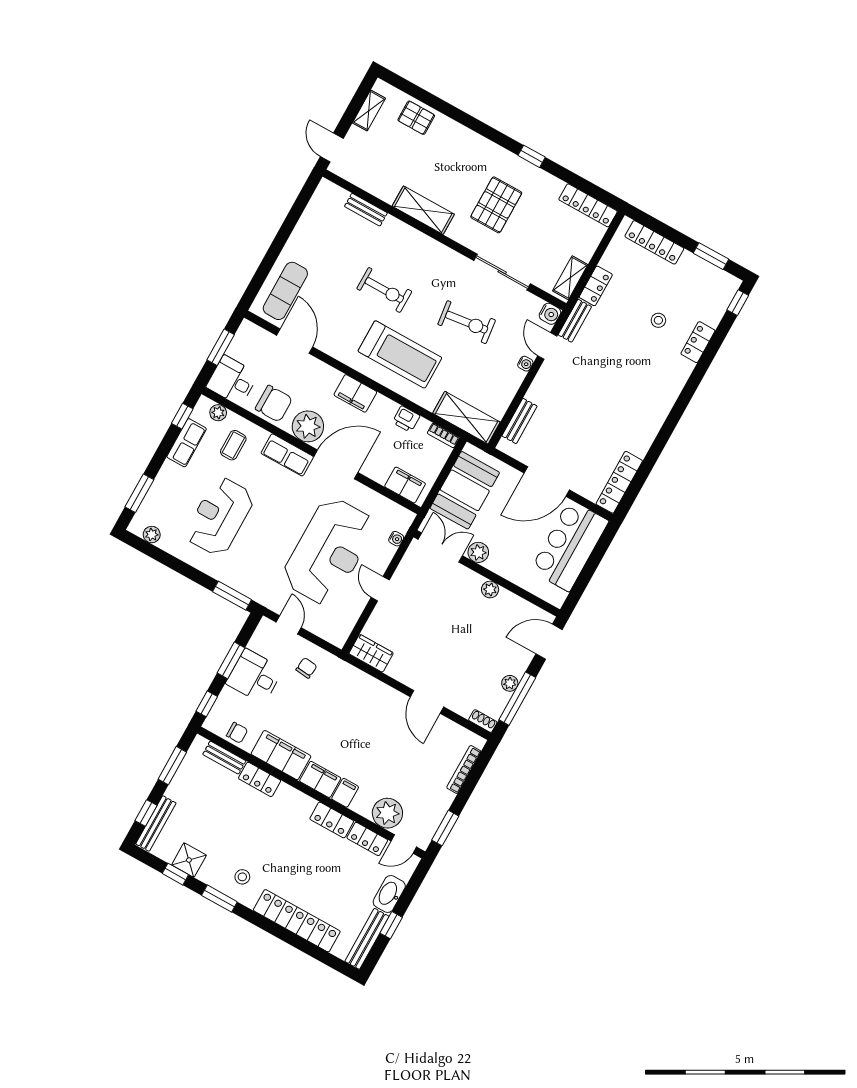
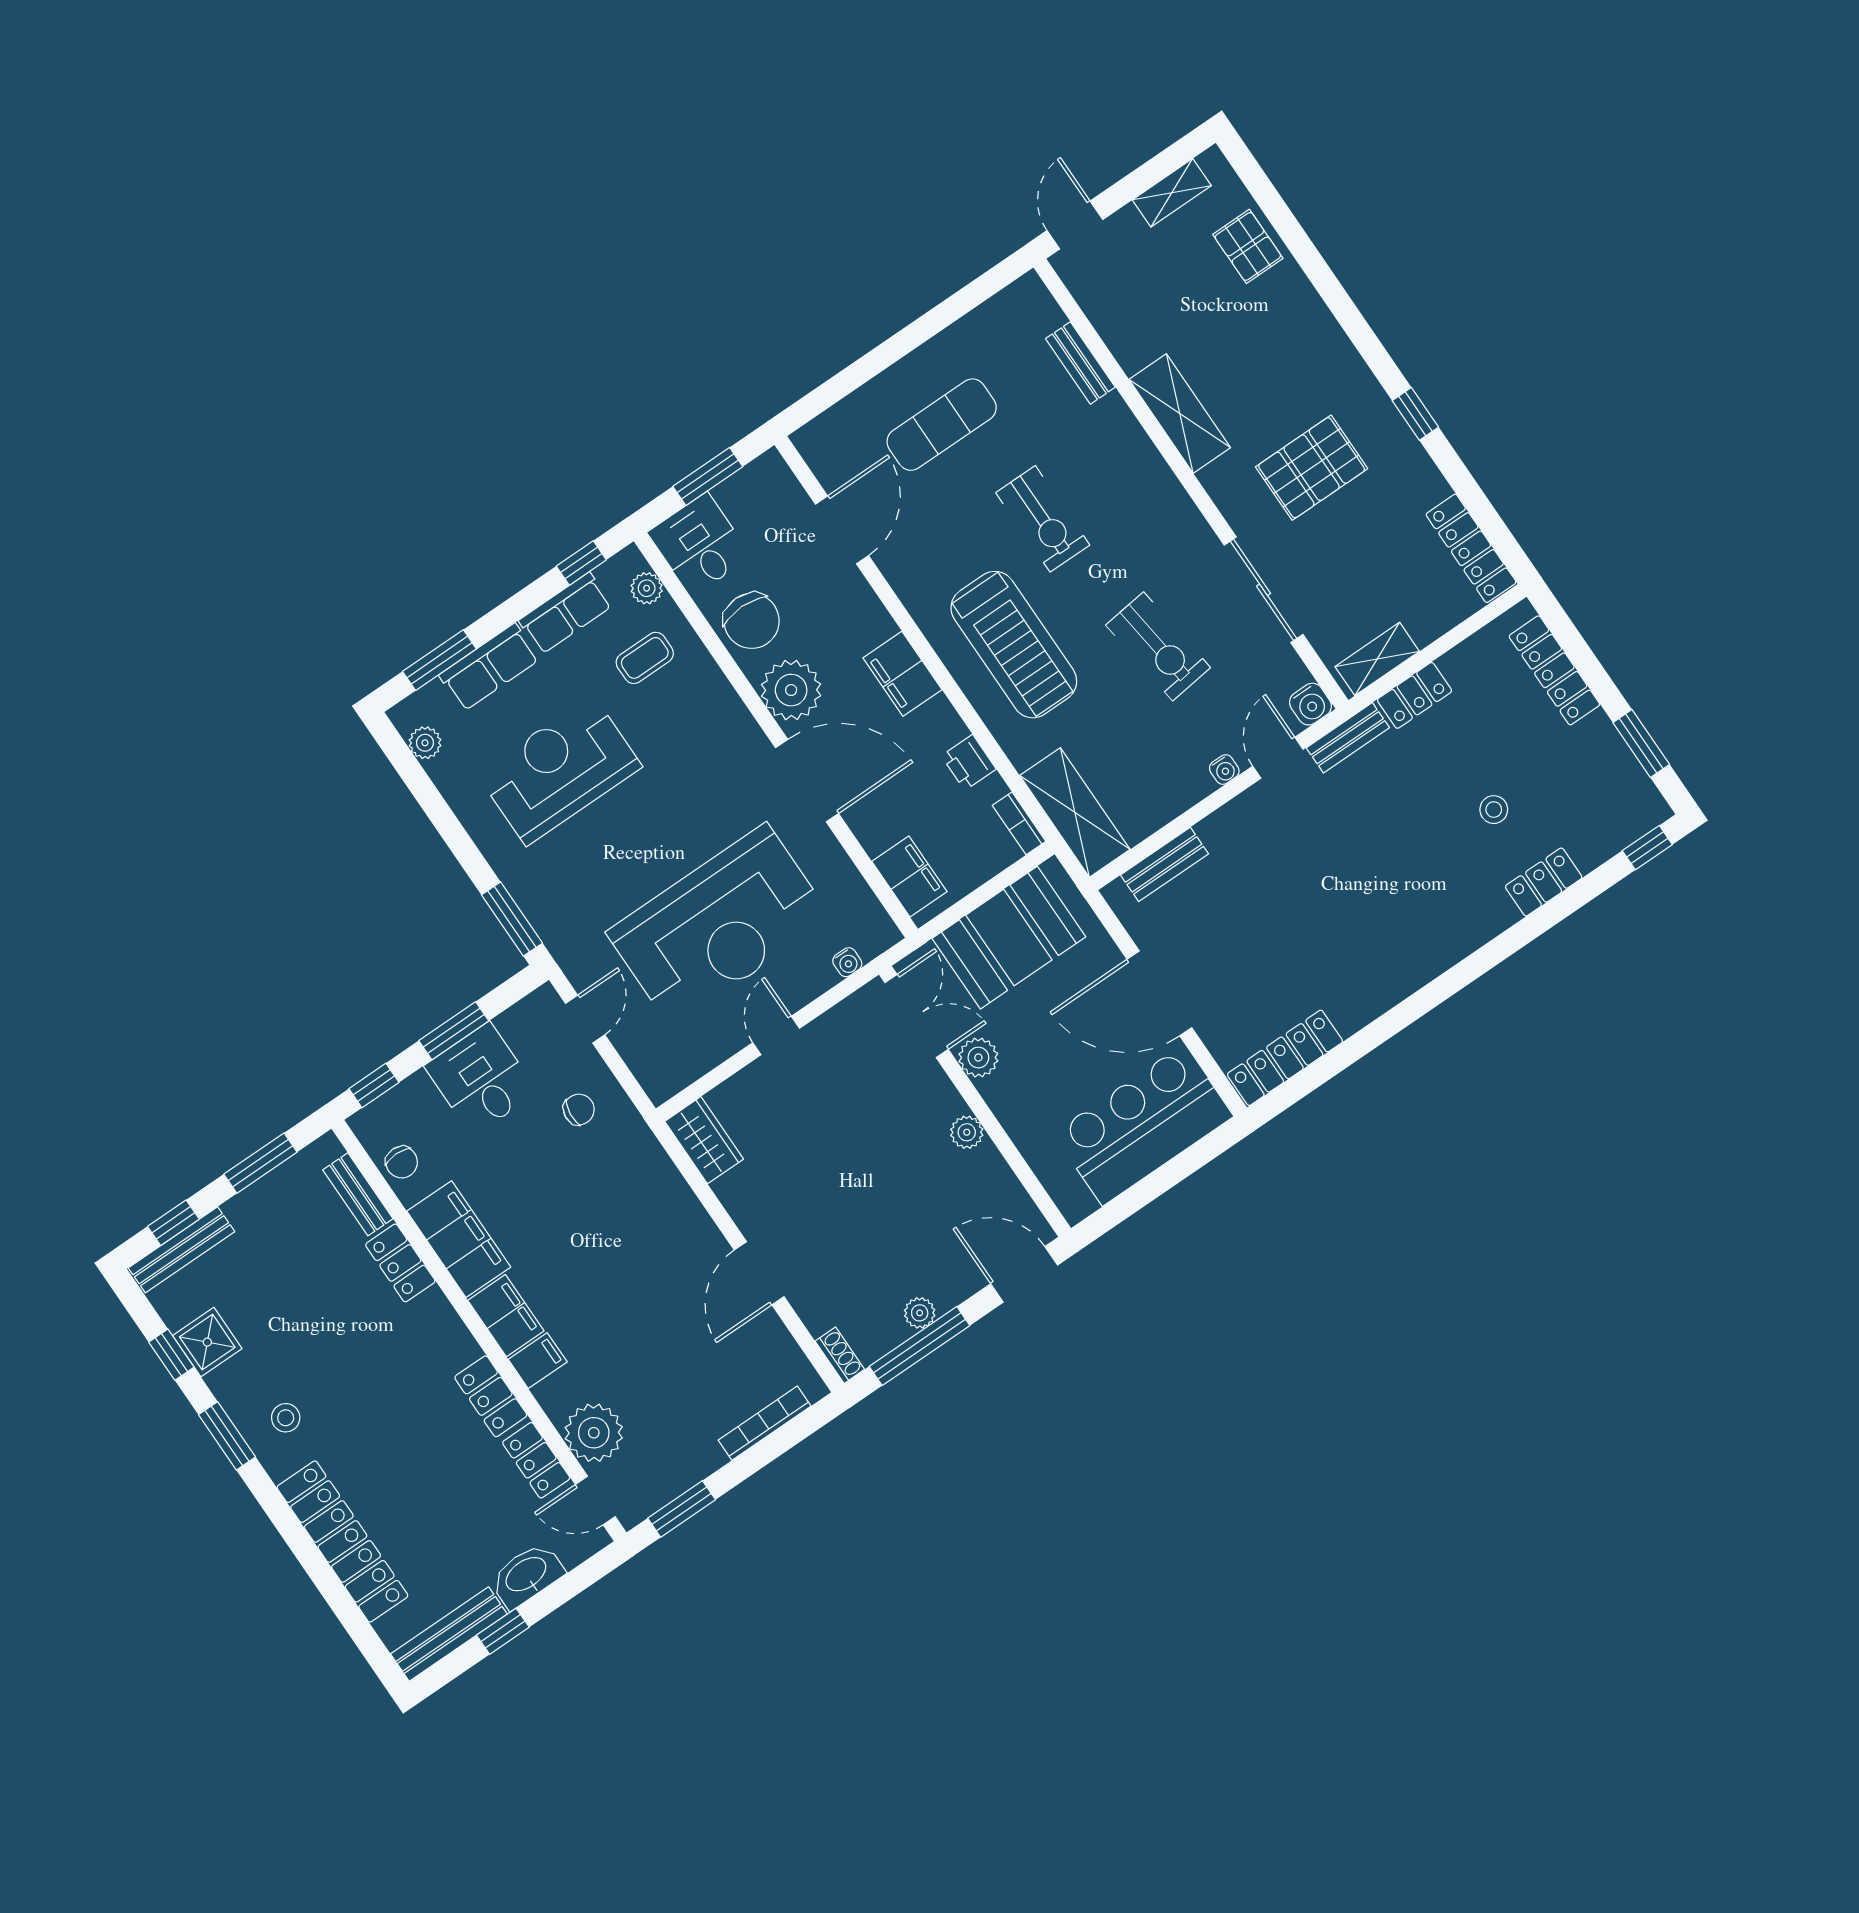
exercise mat: (285, 291) -> (942, 425), moved
row of seats: (287, 455) -> (489, 667), moved, turned -90

